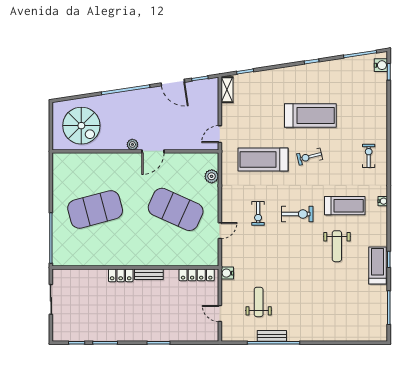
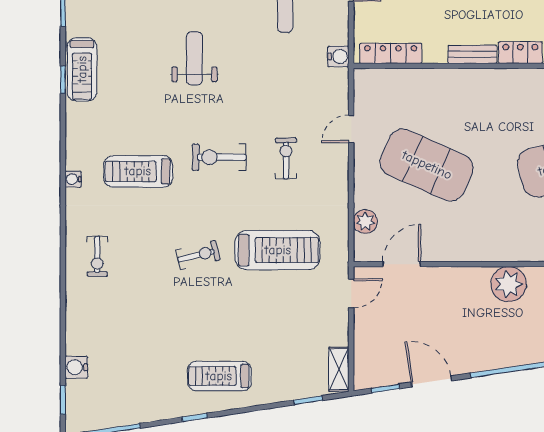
water cooler: (381, 65) -> (76, 367), moved
treadmill: (310, 116) -> (219, 376), moved, width x0.73, depth x0.73
plant: (132, 144) -> (509, 284), width x1.88, depth x1.88
door: (153, 151) -> (402, 264), moved
weight bench: (337, 246) -> (194, 58), moved

